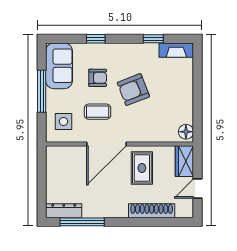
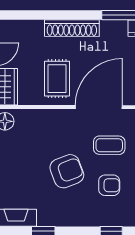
armchair: (98, 78) -> (109, 185), turned 180
shoe rack: (152, 211) -> (72, 28), moved

